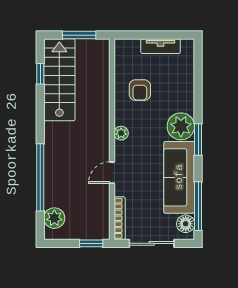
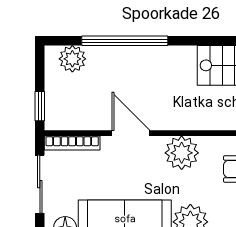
plant: (121, 133) -> (182, 153), width x1.88, depth x1.88
door: (112, 173) -> (131, 133), width x1.38

